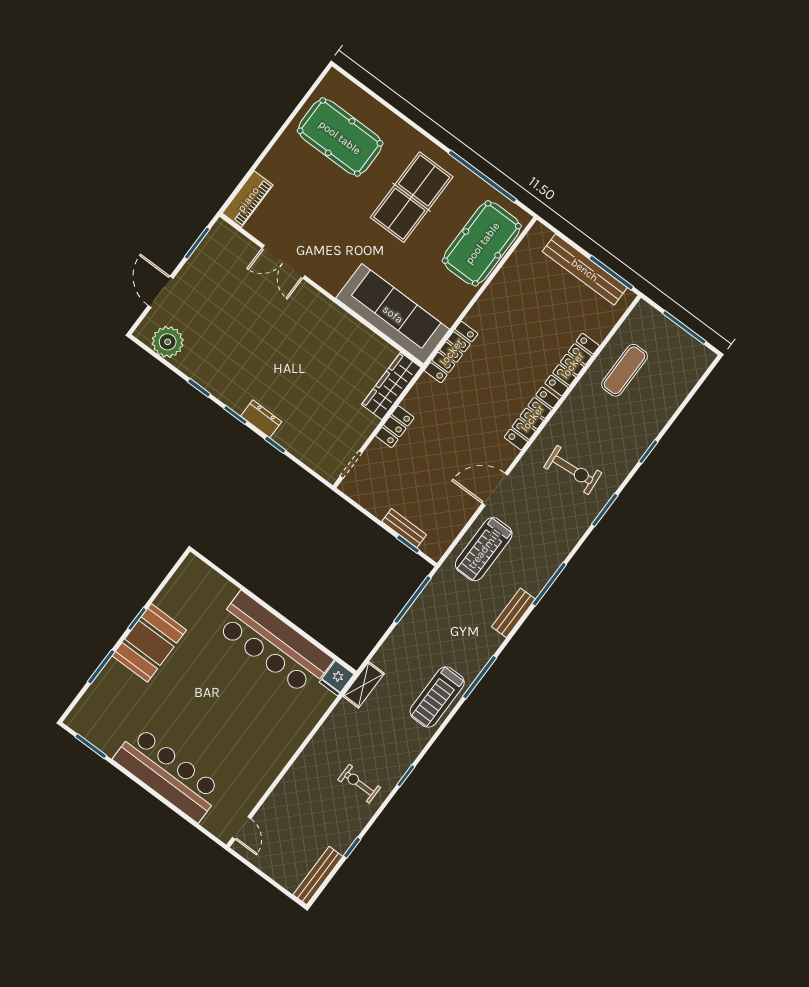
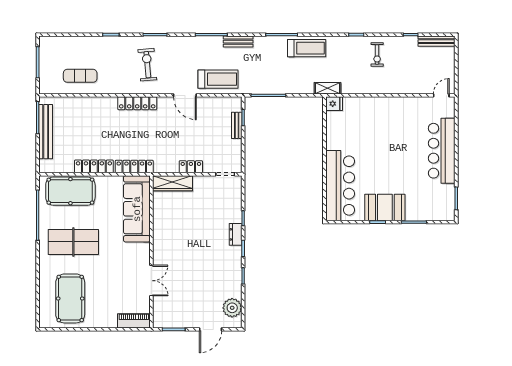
locker: (572, 365) -> (94, 166), moved, turned 180
bar counter: (274, 644) -> (340, 186), moved

